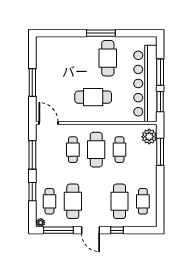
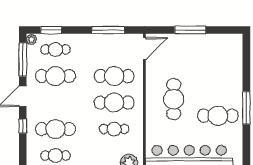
cafe table: (73, 150) -> (114, 76), width x1.37, depth x1.35
window: (32, 192) -> (51, 30), moved

